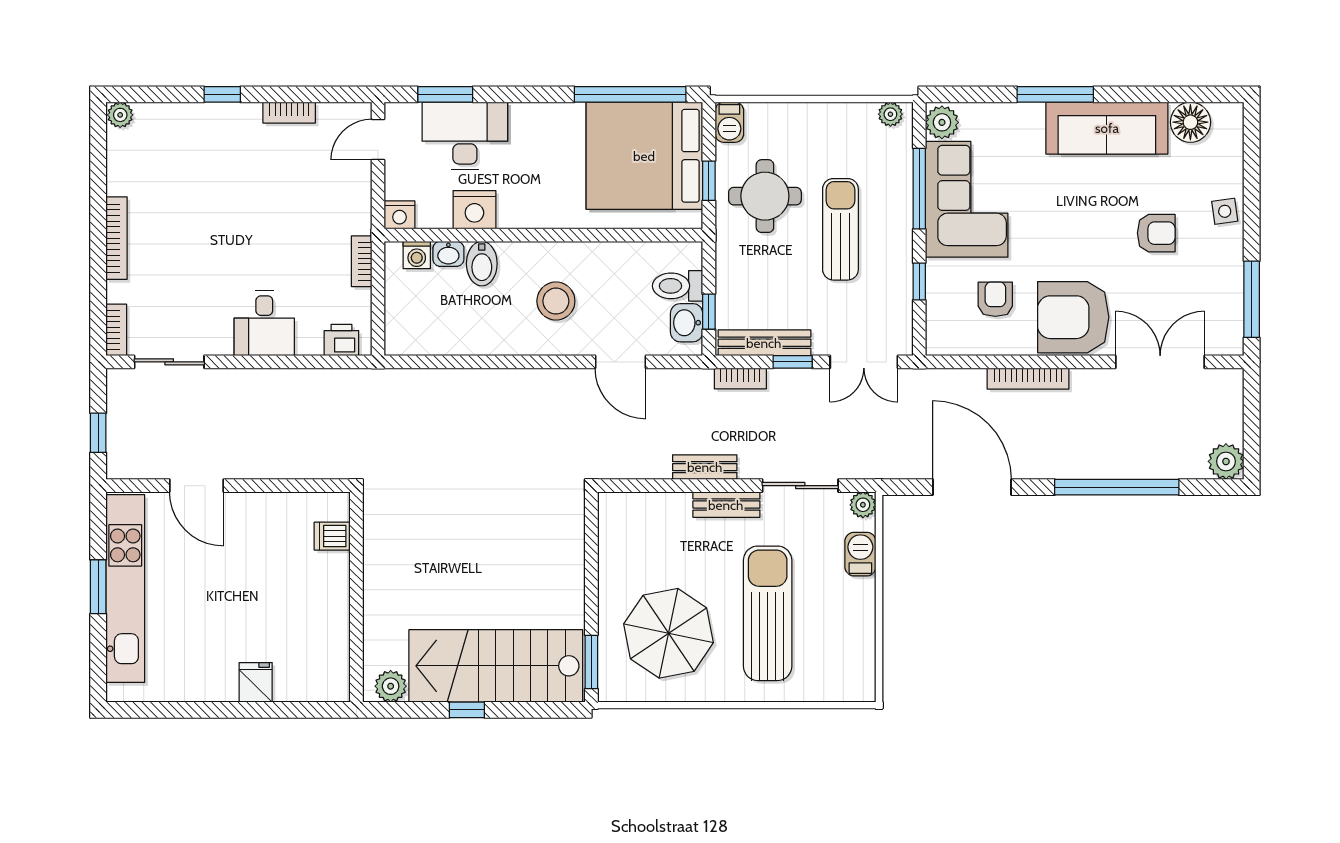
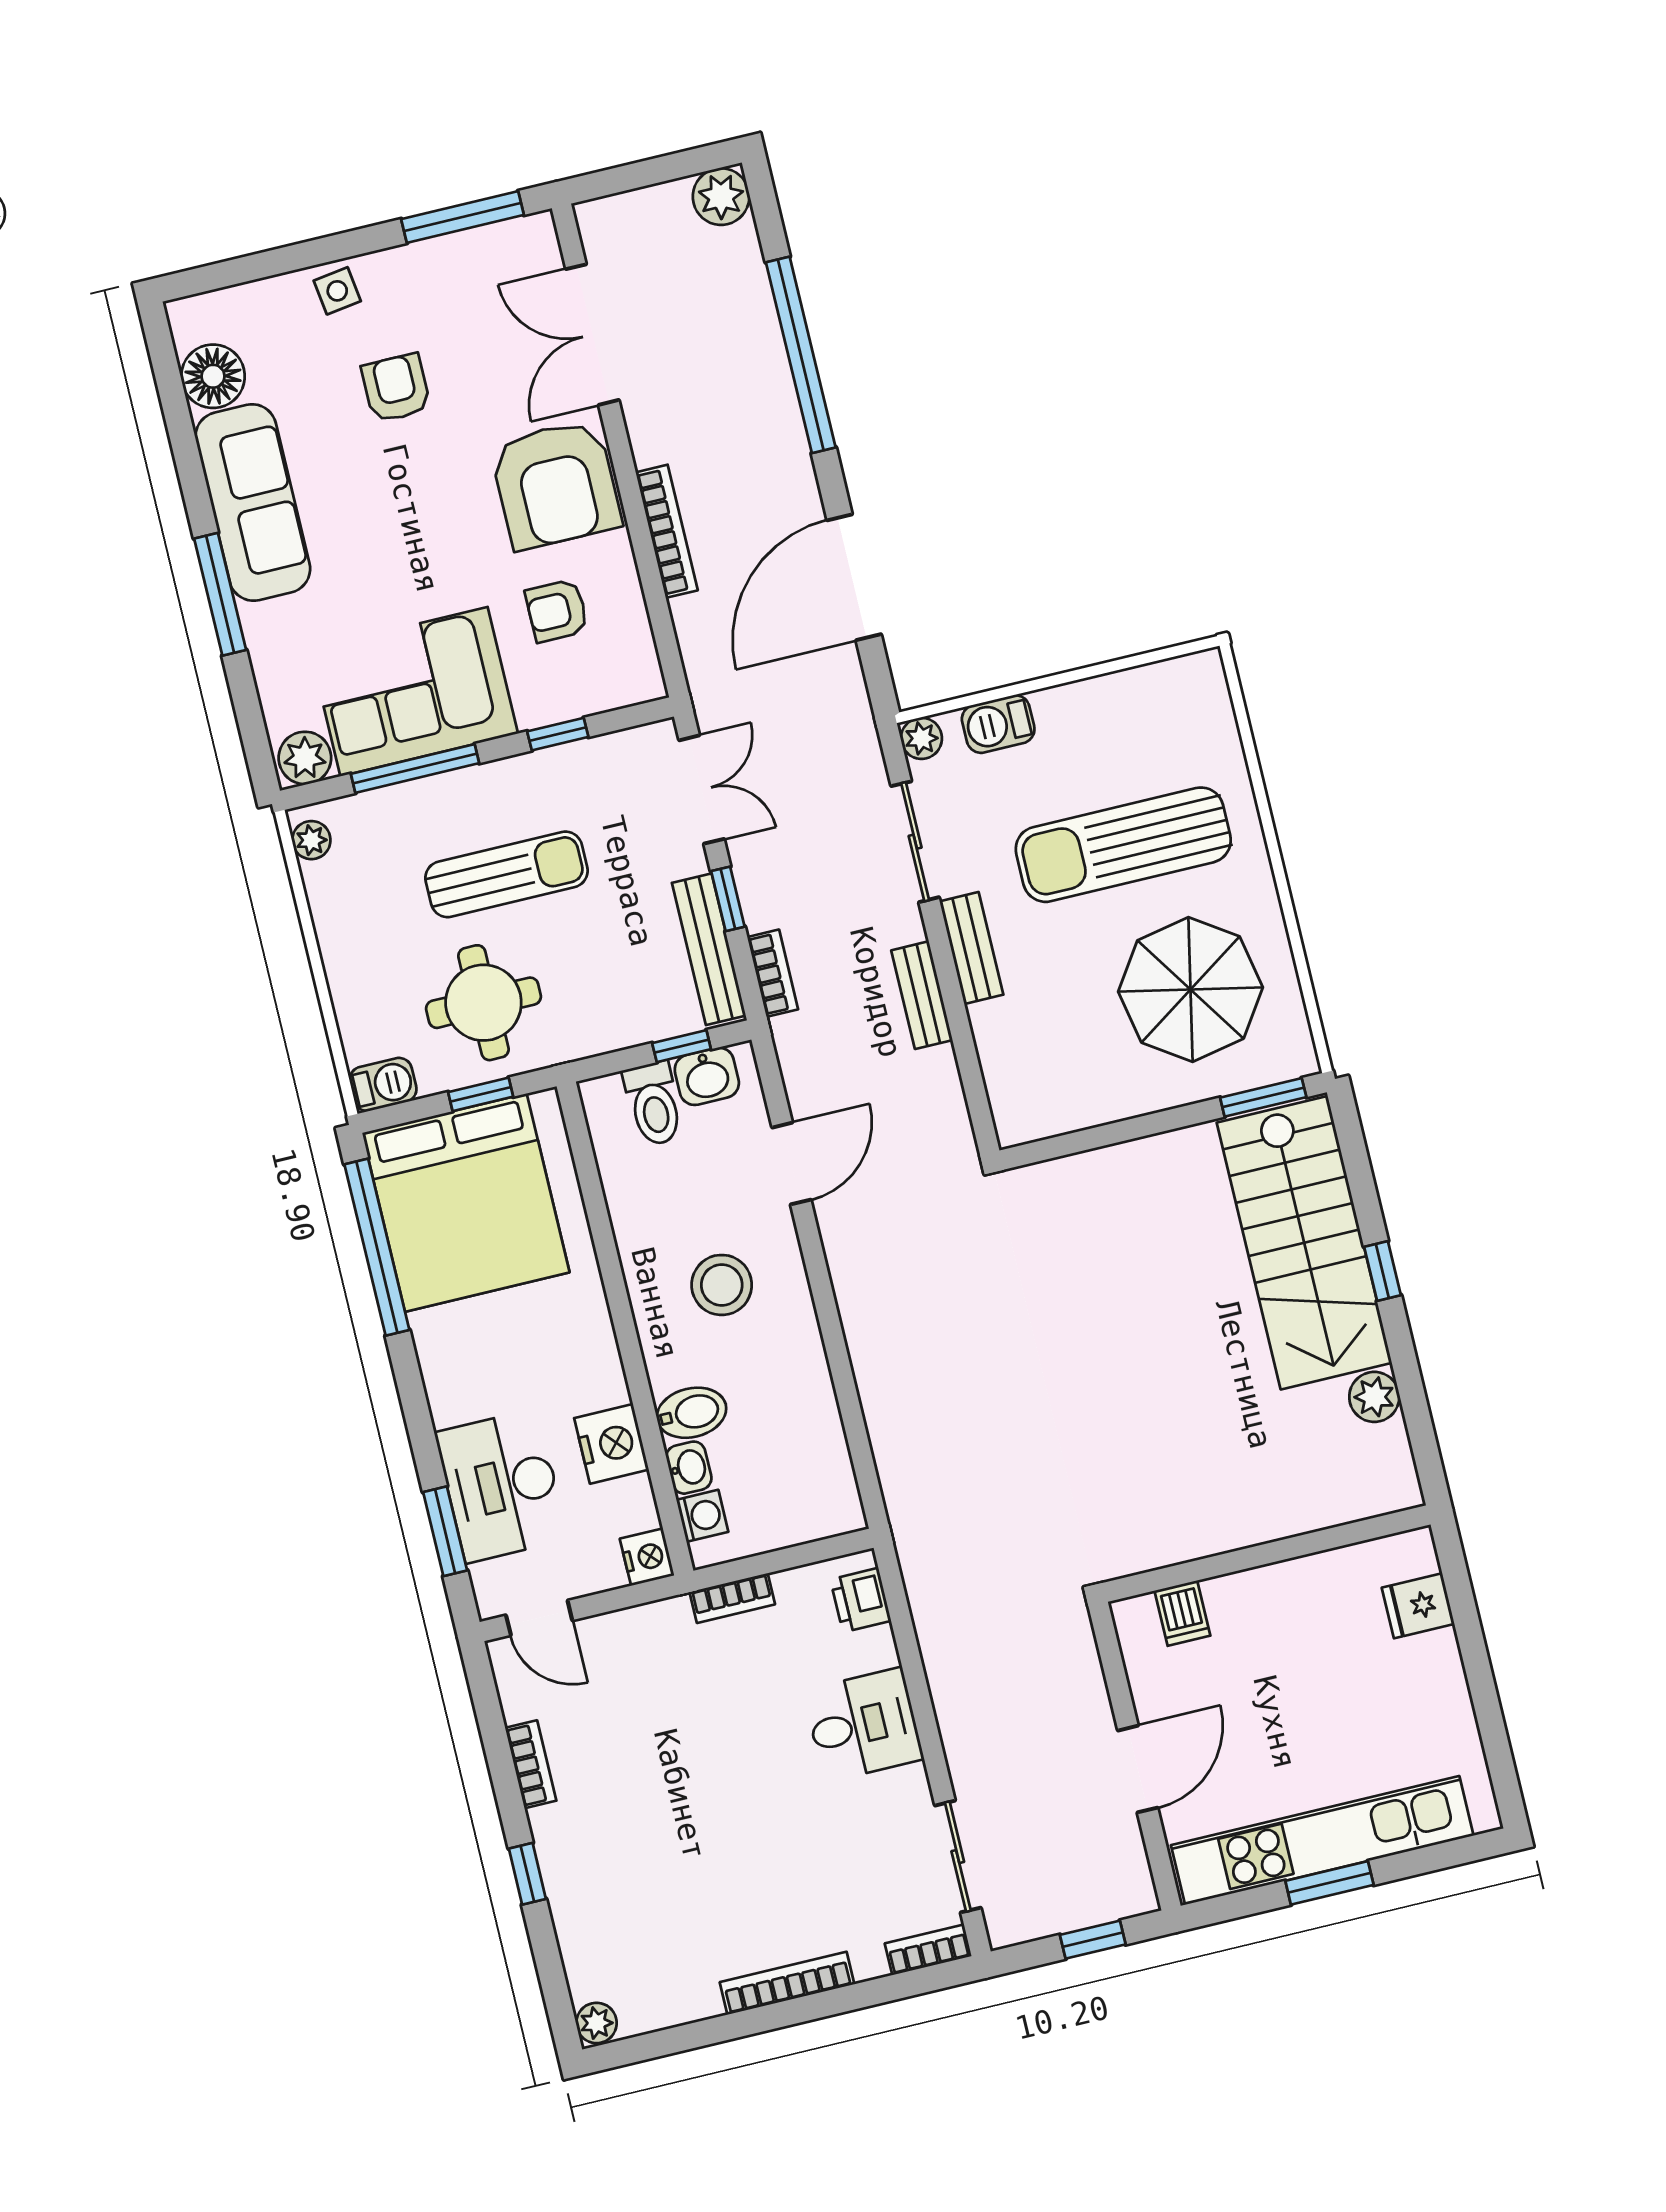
sun lounger: (840, 229) -> (507, 874), turned 180
dishwasher: (332, 536) -> (1182, 1613), moved
wall: (356, 597) -> (1267, 1554), moved

